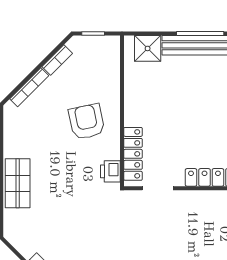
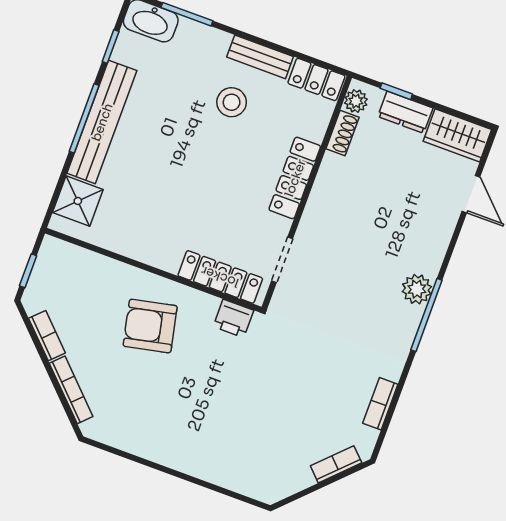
shop shelf: (18, 183) -> (202, 457), removed

